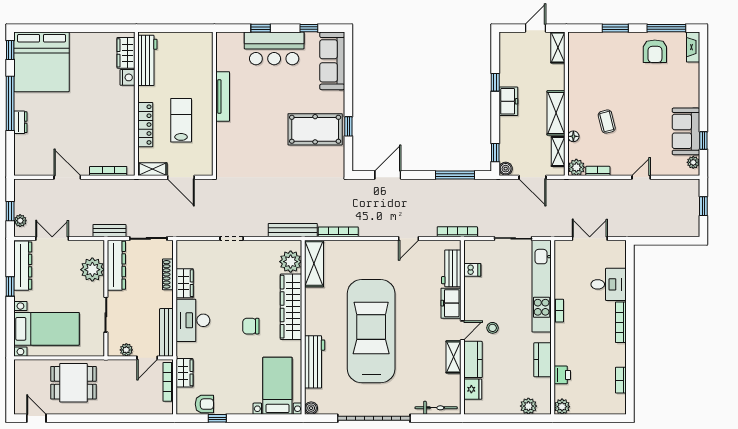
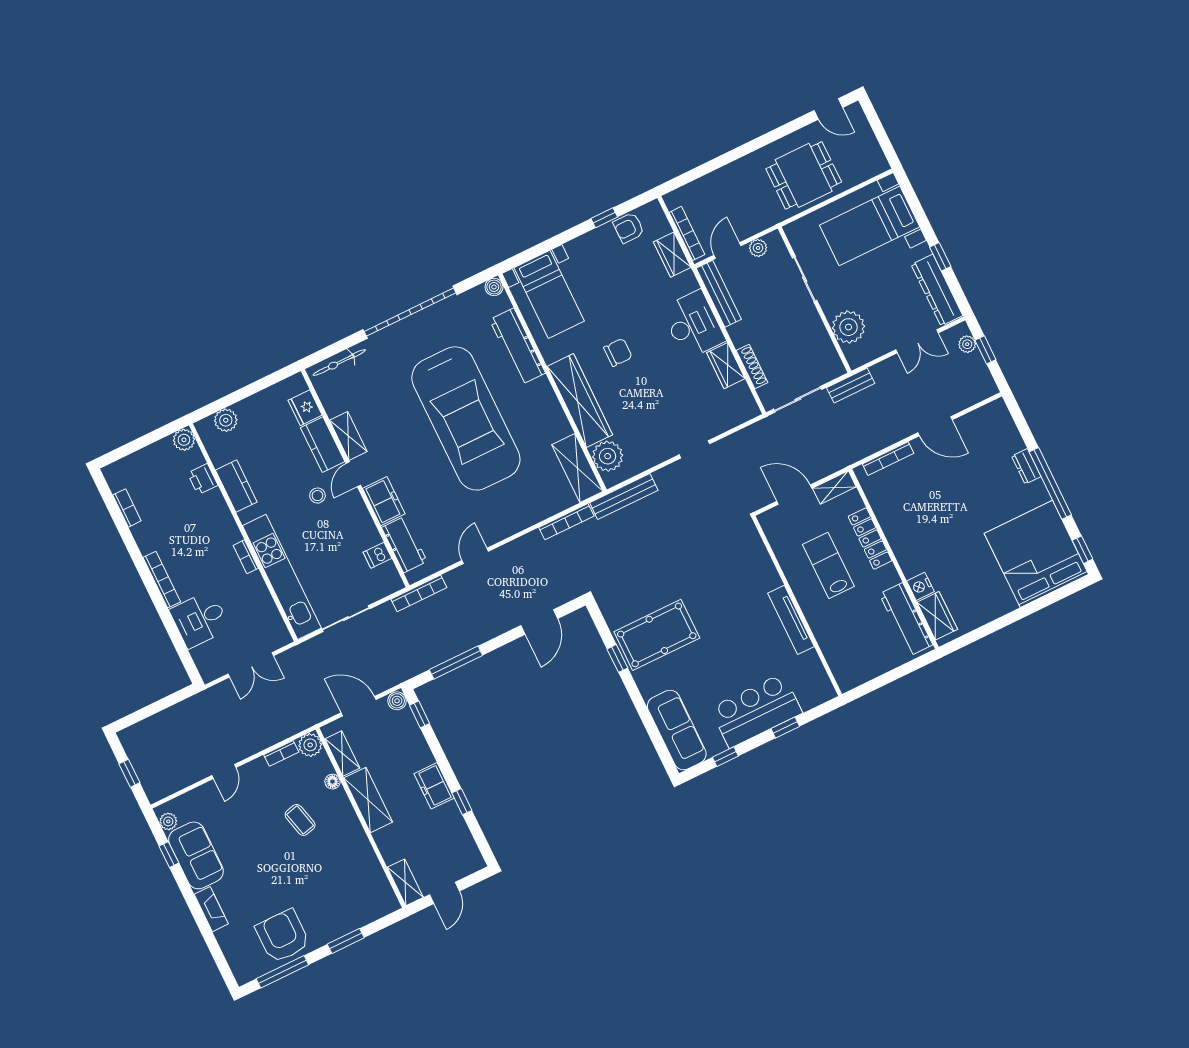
fireplace: (693, 47) -> (211, 909), moved
armchair: (655, 51) -> (283, 936), width x1.36, depth x1.36
lab bench: (181, 120) -> (828, 565), turned 180
dresser: (116, 265) -> (821, 347), removed

